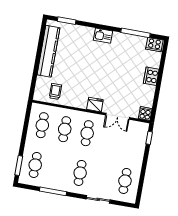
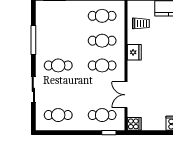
fridge: (95, 105) -> (134, 52), moved
cafe table: (35, 165) -> (102, 115), moved

